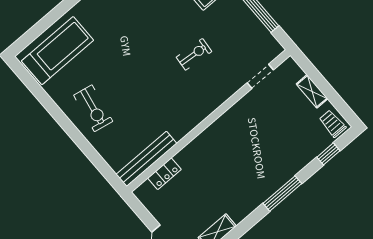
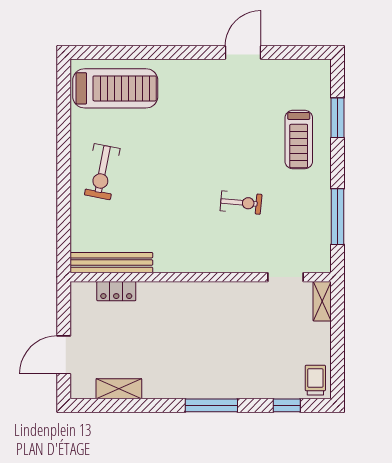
shelving: (312, 91) -> (322, 301), moved

